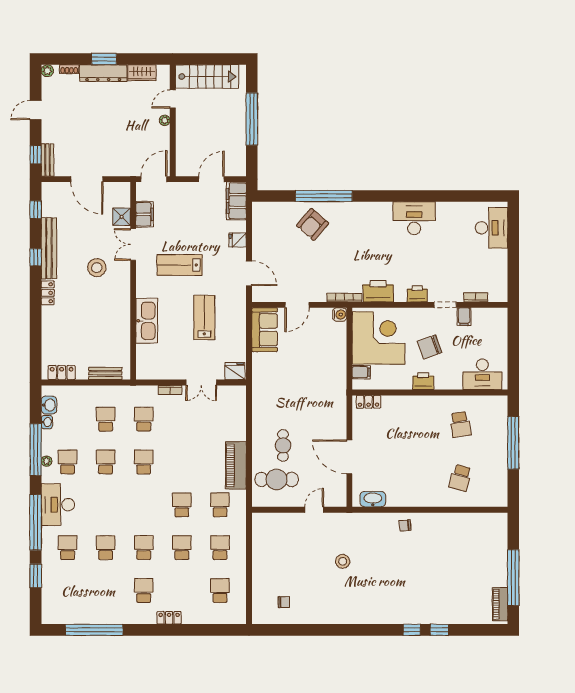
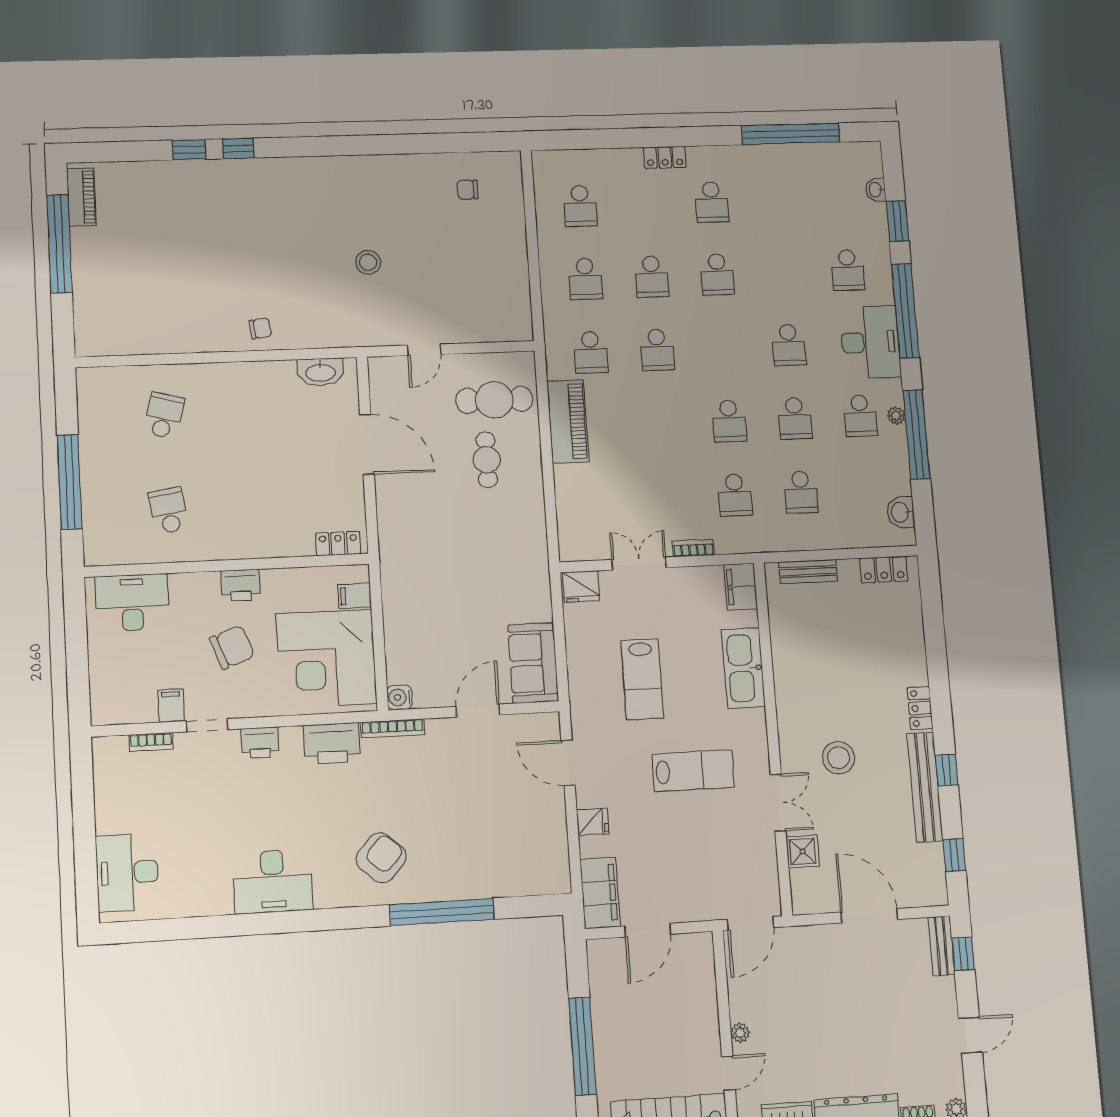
filing cabinet: (145, 214) -> (741, 587), moved
armchair: (313, 224) -> (381, 858), moved
washbasin: (47, 422) -> (876, 190), moved
school desk: (106, 548) -> (789, 345), moved

